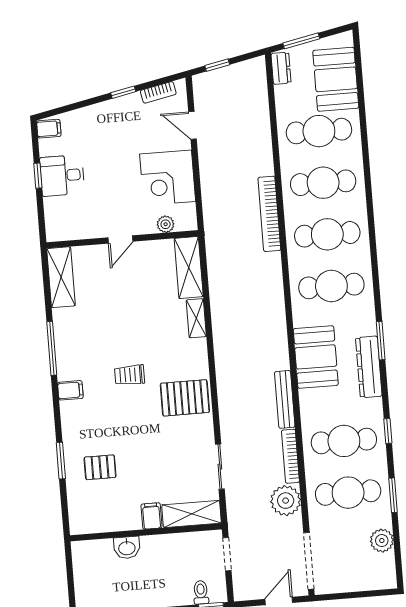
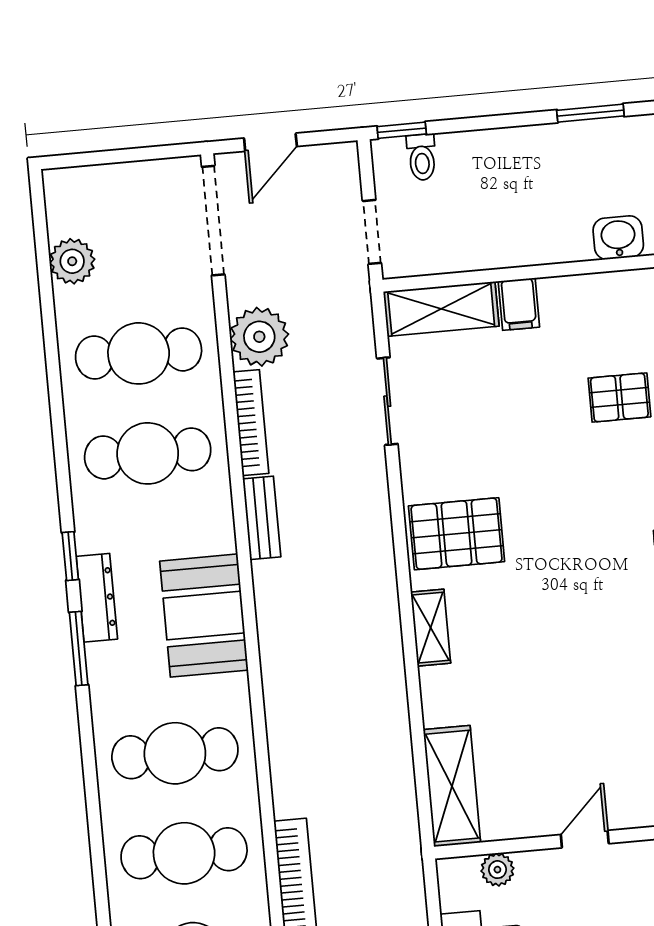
shelving: (196, 318) -> (431, 628), moved
dresser: (369, 367) -> (97, 598), width x0.73, depth x0.80
trolley: (130, 375) -> (564, 577), removed
bench: (285, 399) -> (262, 518), width x0.73
window: (388, 431) -> (70, 556), moved
window: (393, 495) -> (51, 349), removed
washbasin: (127, 548) -> (618, 238), moved

